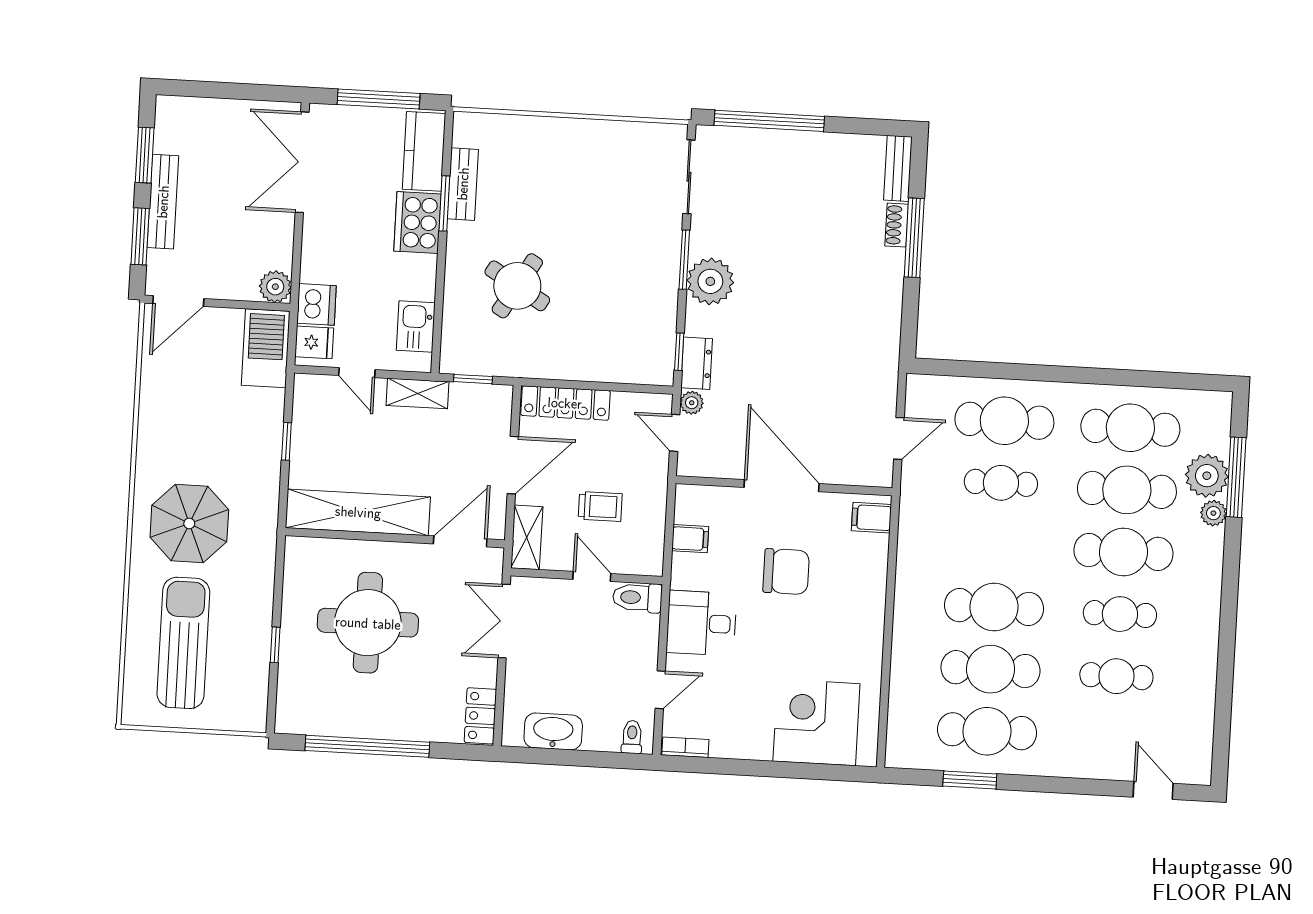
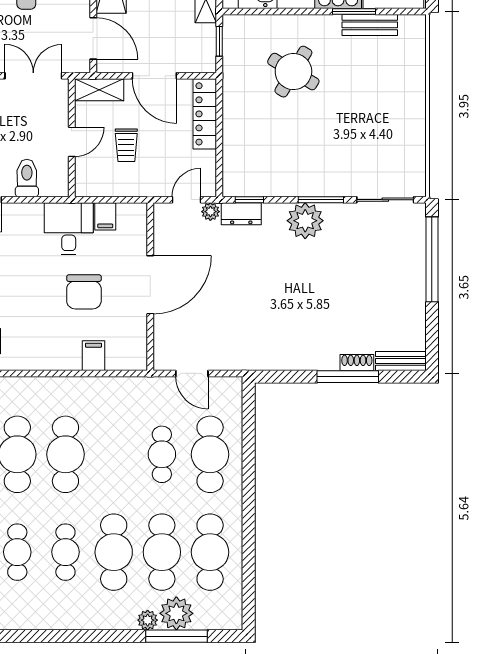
filing cabinet: (871, 518) -> (93, 356), moved
toilet: (637, 598) -> (27, 178), moved
desk: (702, 623) -> (69, 229), moved

